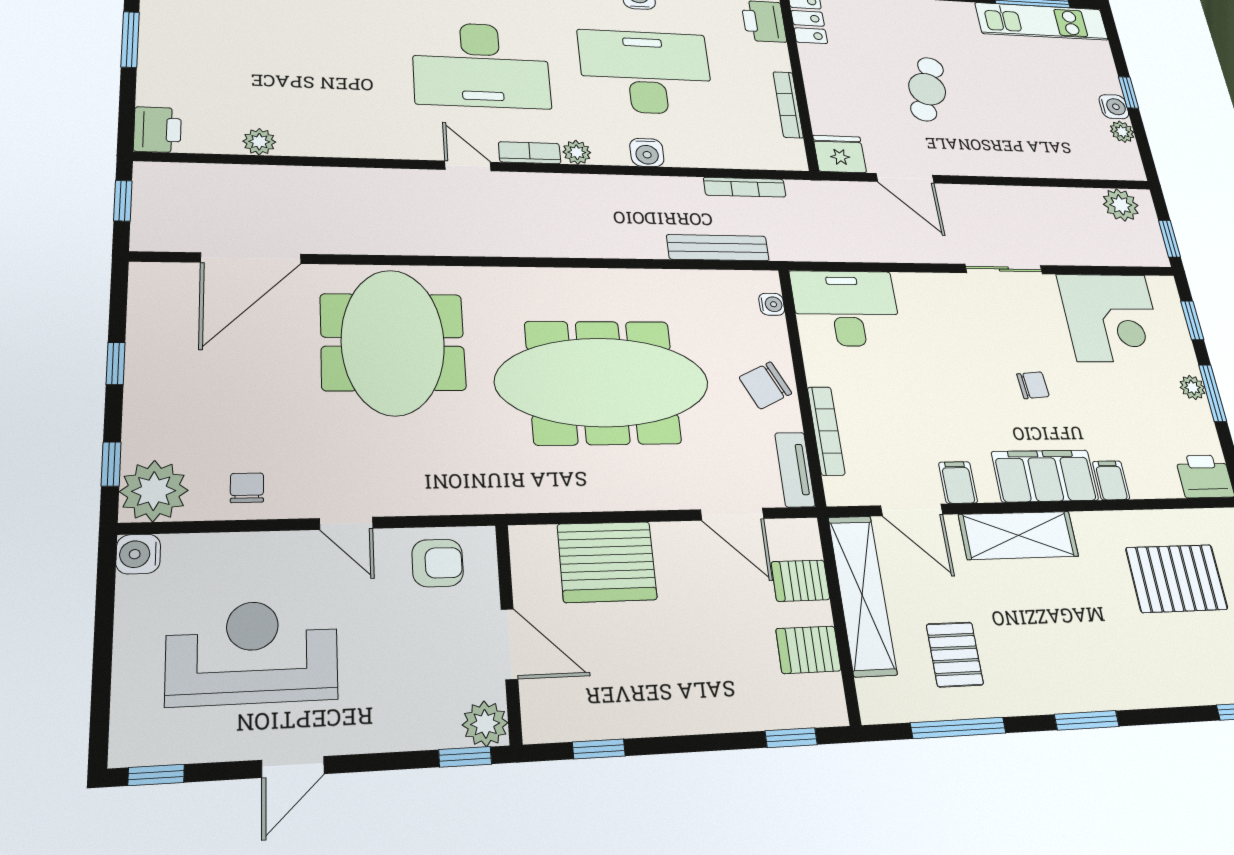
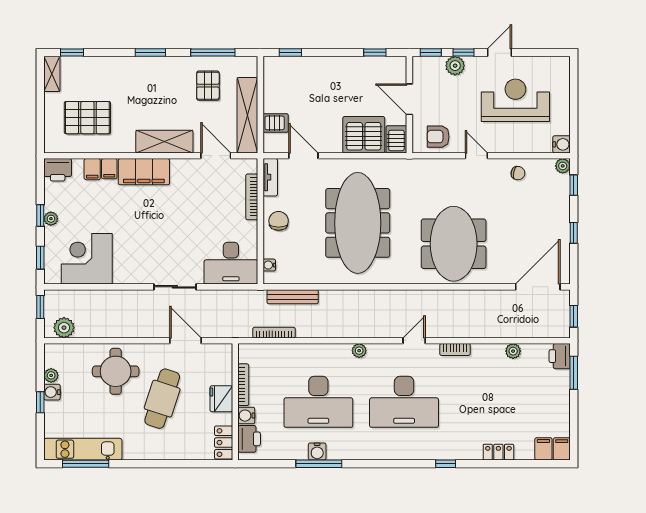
window: (130, 39) -> (574, 373), moved
desk: (481, 65) -> (404, 402), turned 180
cafe table: (927, 89) -> (162, 399), width x1.37, depth x1.35
round table: (1016, 134) -> (116, 371), added
bookcase: (530, 153) -> (455, 350), moved
water cooler: (647, 153) -> (246, 416), moved, turned -90
fridge: (840, 154) -> (221, 399), moved, turned 90
door: (468, 166) -> (414, 341), swing flipped
door: (251, 258) -> (538, 287), moved
sliding door: (1004, 269) -> (175, 287), moved
meeting table: (602, 382) -> (358, 223), turned 90
chair: (765, 385) -> (279, 221), turned -64
chair: (1033, 385) -> (139, 220), removed
window: (1213, 393) -> (40, 216), width x0.67
filing cabinet: (958, 482) -> (92, 169), moved
chair: (247, 488) -> (518, 173), turned -78
plant: (154, 491) -> (563, 166), width x0.53, depth x0.53
server rack: (808, 650) -> (396, 139), moved, turned -90
reception desk: (252, 652) -> (515, 100), turned 180
plant: (485, 724) -> (455, 66), moved
window: (156, 775) -> (464, 52), moved

